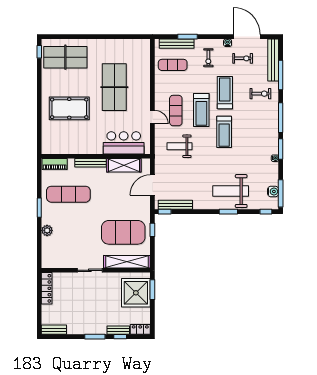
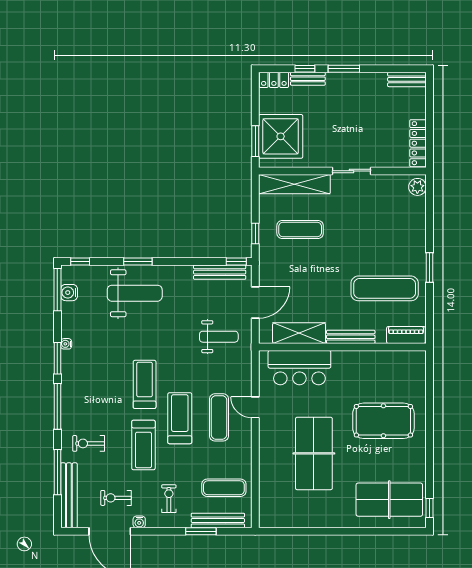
weight bench: (179, 146) -> (219, 337), moved
plant: (47, 230) -> (417, 187), moved
exercise mat: (123, 232) -> (300, 230), width x0.50, depth x0.69

